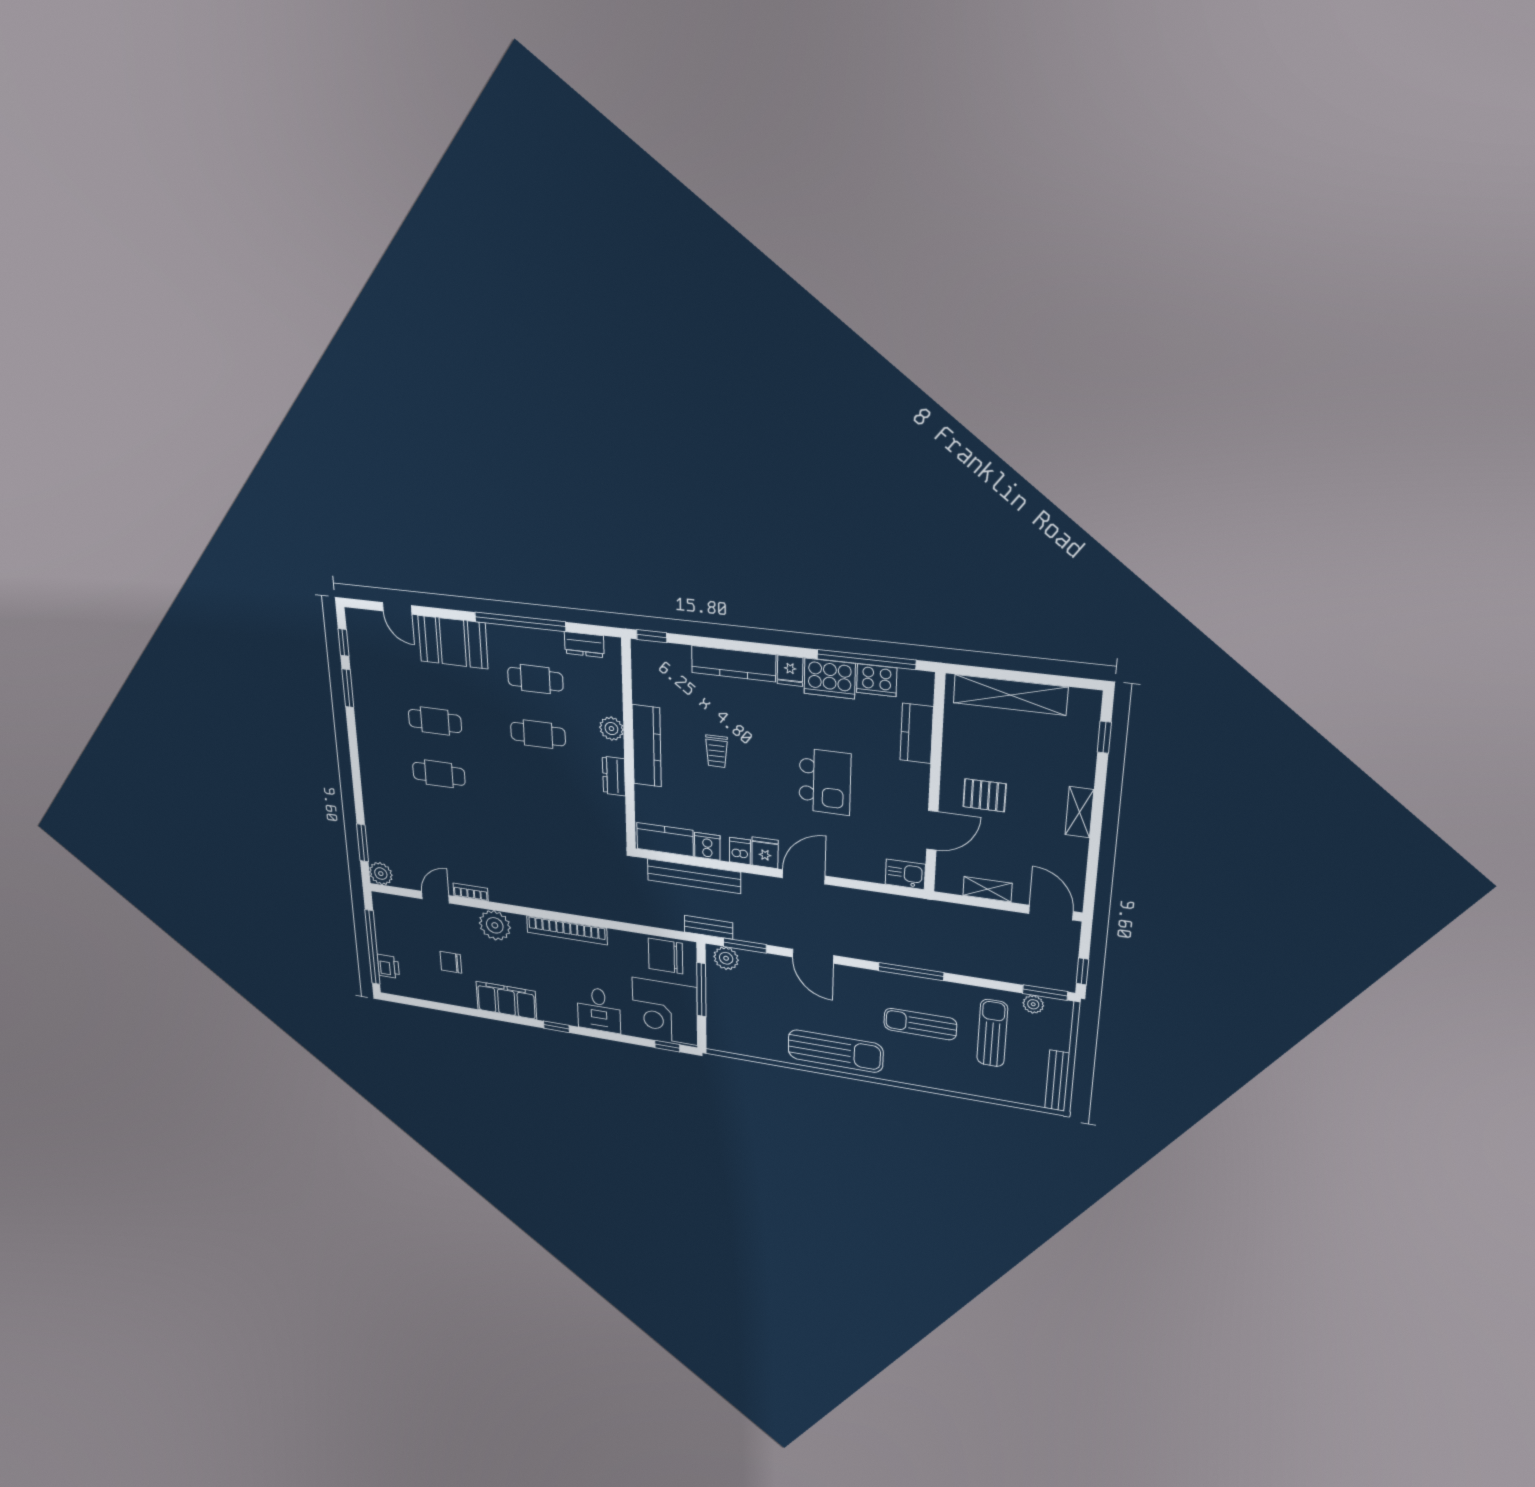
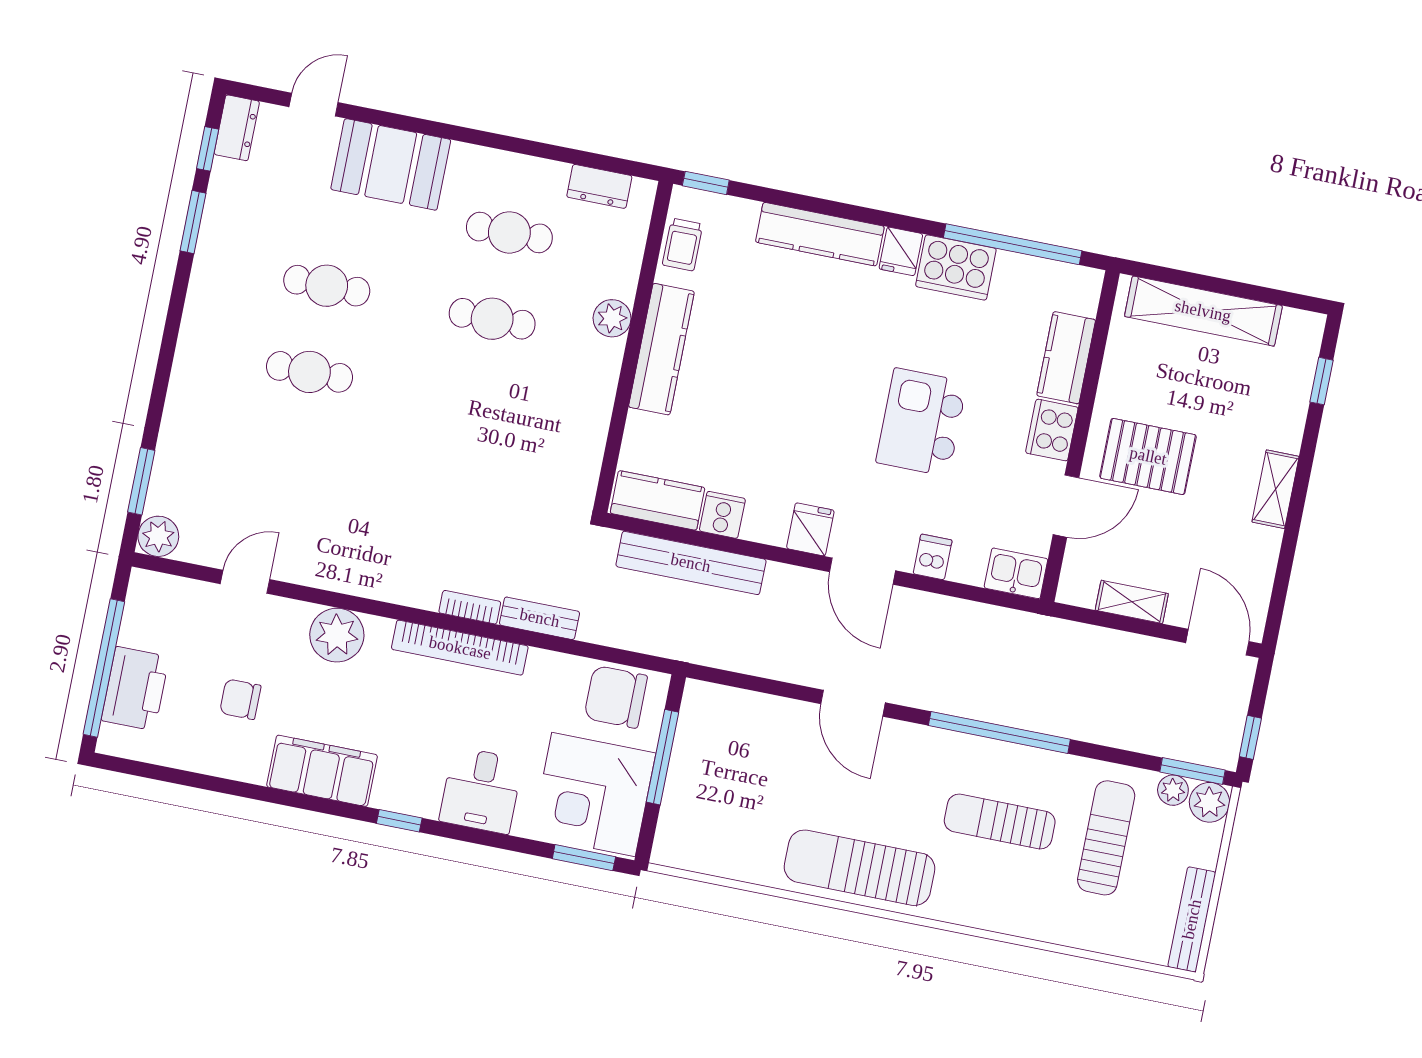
door: (397, 608) -> (314, 105), swing flipped
window: (520, 622) -> (507, 143), removed
cooker: (877, 680) -> (1052, 430), moved, turned 90
trolley: (716, 751) -> (683, 244), moved
dresser: (614, 776) -> (237, 128), moved, turned 180
kitchen island: (825, 782) -> (922, 422), turned 180
pallet: (985, 795) -> (1148, 456), width x1.50, depth x1.42
dishwasher: (740, 851) -> (933, 557), moved
door: (804, 877) -> (862, 571), swing flipped
bookcase: (471, 892) -> (470, 607), moved
bench: (709, 927) -> (540, 618), moved
window: (745, 946) -> (749, 682), removed
plant: (726, 958) -> (1209, 802), moved
printer: (388, 966) -> (135, 689), width x1.87, depth x1.48
window: (911, 972) -> (999, 732), width x1.46
window: (667, 1046) -> (584, 858), width x1.50
sun lounger: (835, 1051) -> (860, 868), turned 180

